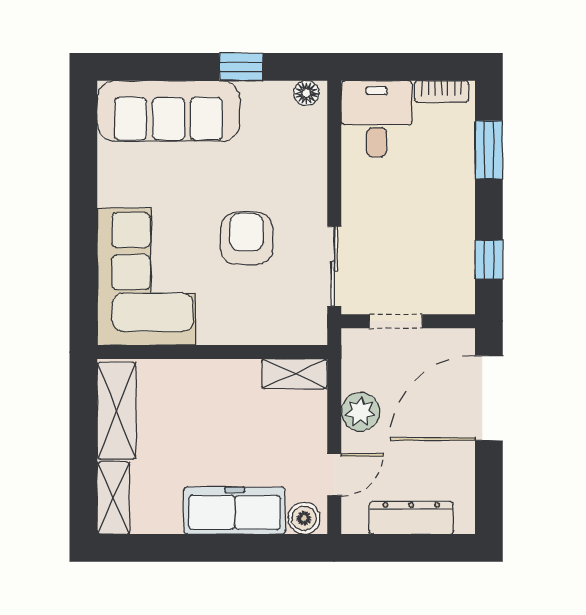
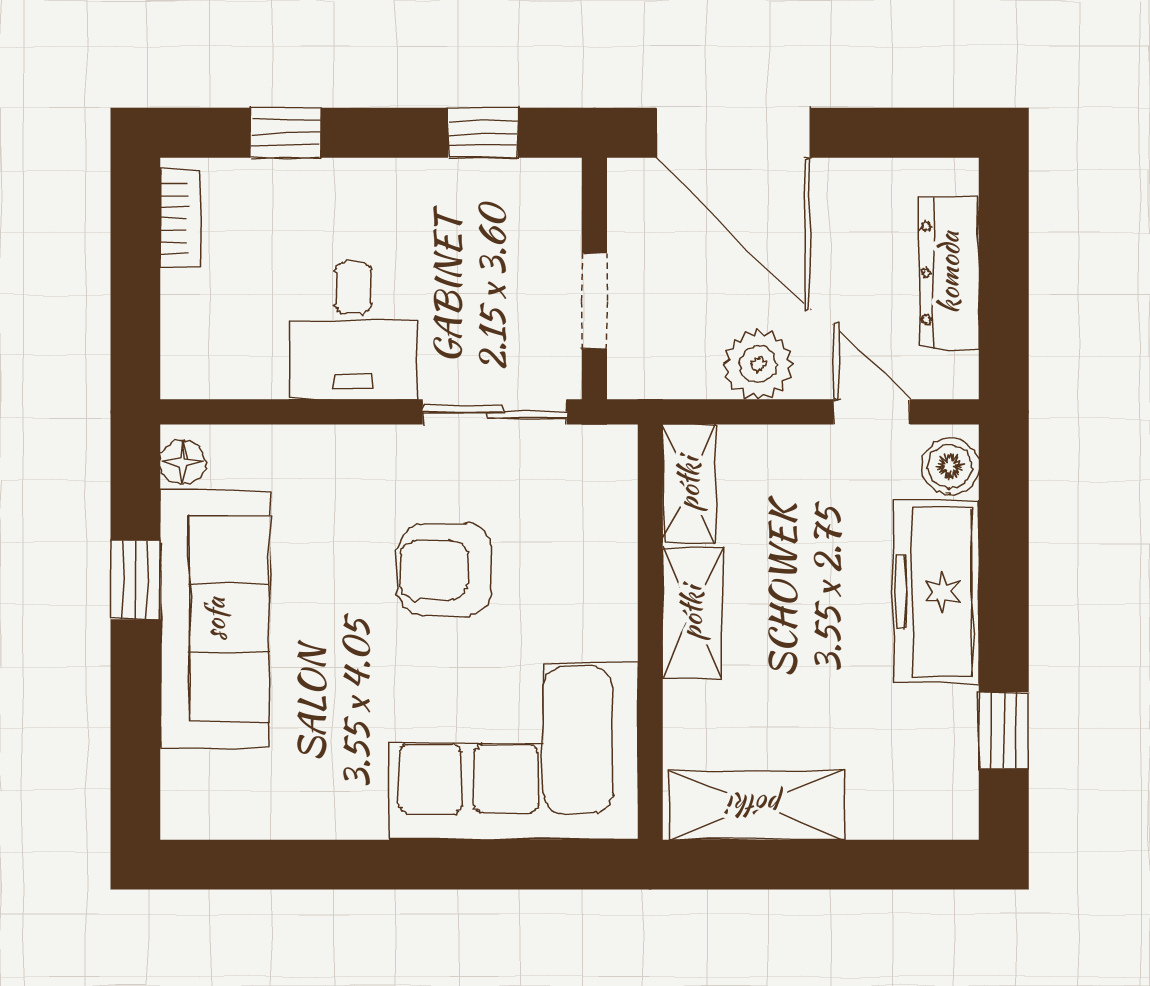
sofa: (168, 111) -> (215, 619), moved
desk: (376, 119) -> (353, 331), moved, turned -90
window: (489, 150) -> (285, 133), width x0.67
shelving: (113, 498) -> (692, 613), moved, turned 90
window: (158, 548) -> (1004, 730), added

